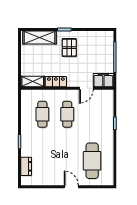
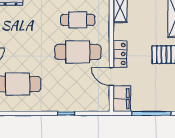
locker: (56, 82) -> (120, 54), moved
cafe table: (67, 114) -> (78, 52), width x1.37, depth x1.35

